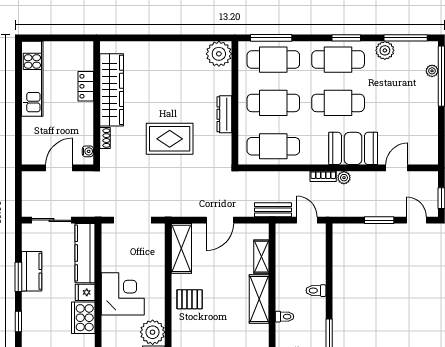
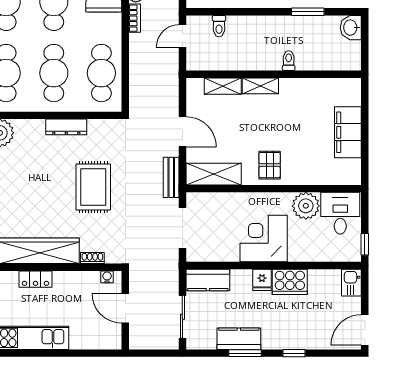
bench: (273, 210) -> (171, 177), moved
kitchen counter: (85, 253) -> (208, 280), width x0.67
toilet: (316, 291) -> (219, 26), moved
shelving: (259, 299) -> (260, 86), width x0.67, depth x0.75

